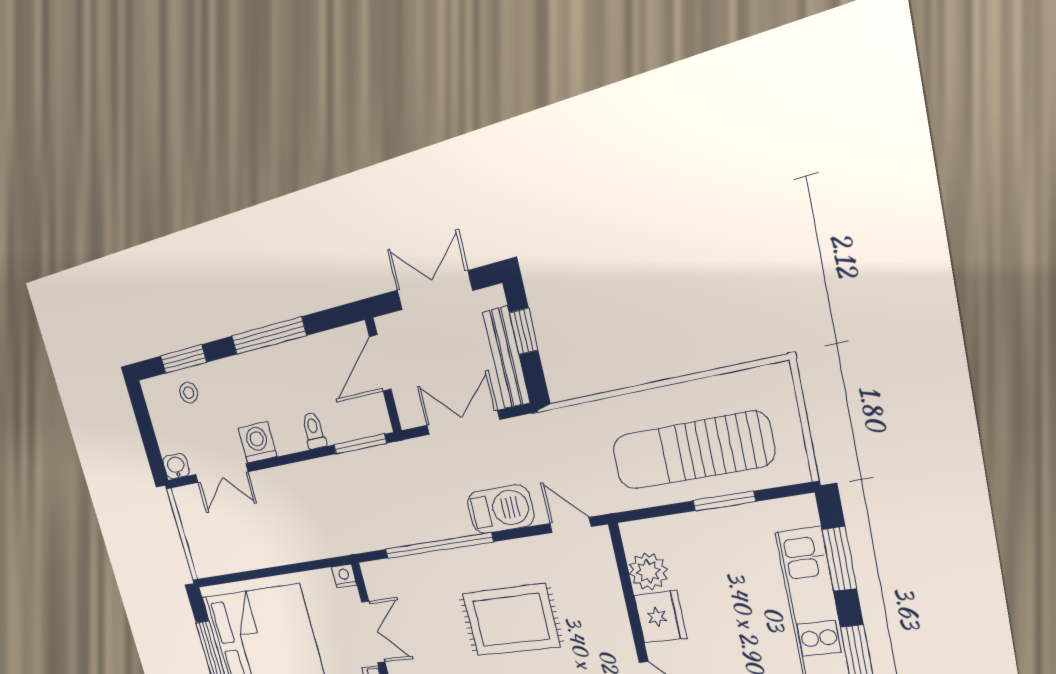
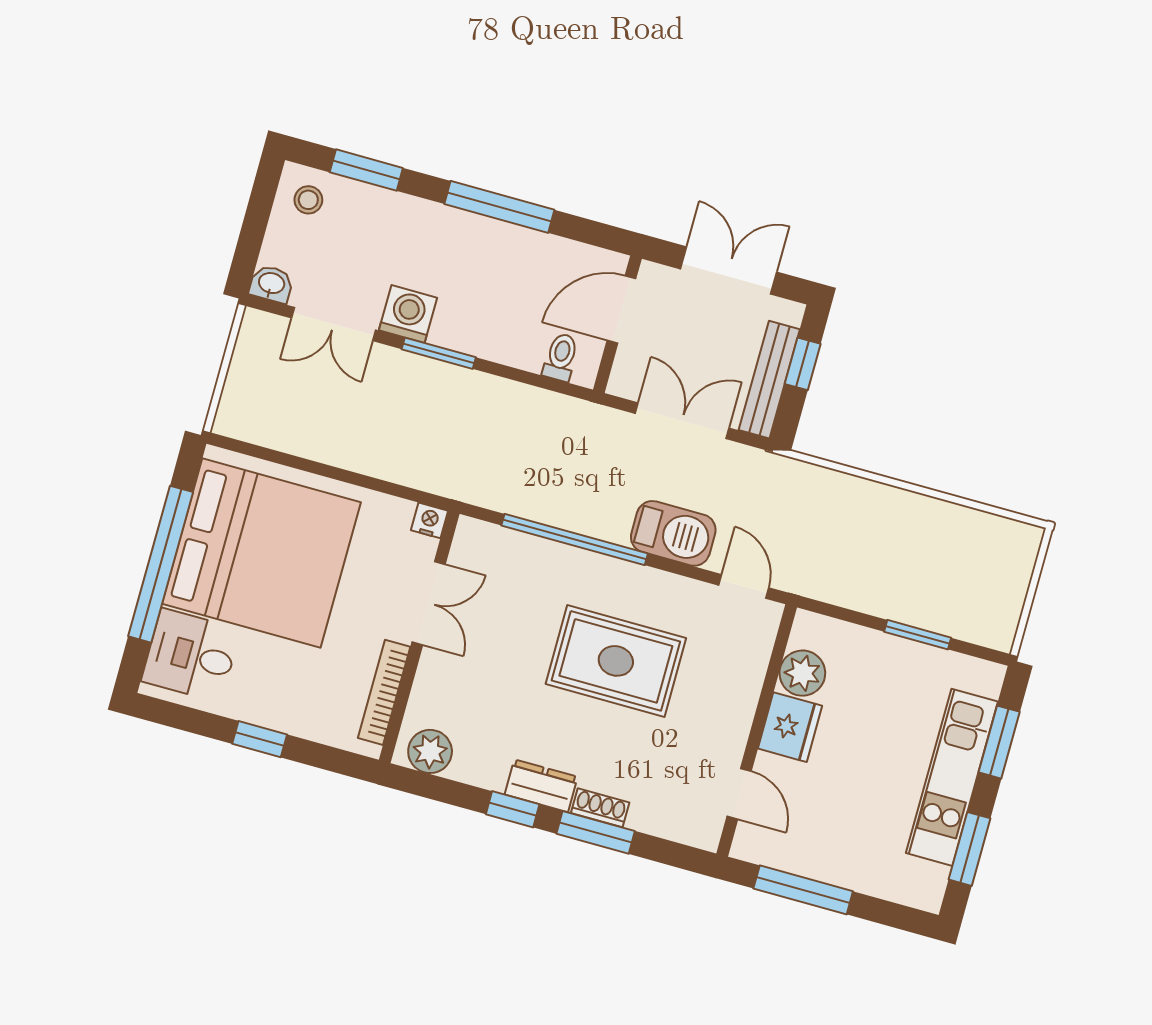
stool: (189, 393) -> (308, 200), moved
toilet: (314, 431) -> (561, 357), moved
window: (360, 444) -> (439, 353), moved
sun lounger: (692, 451) -> (911, 569), removed

